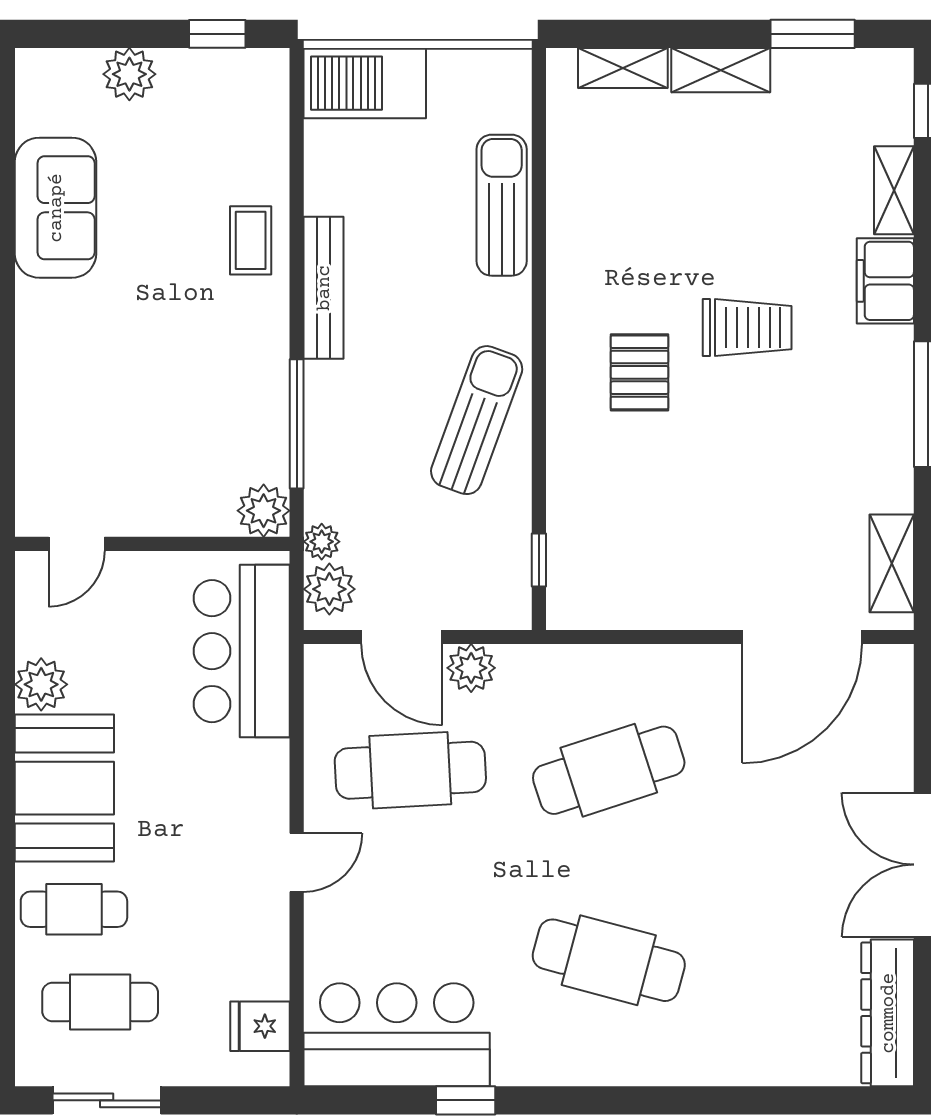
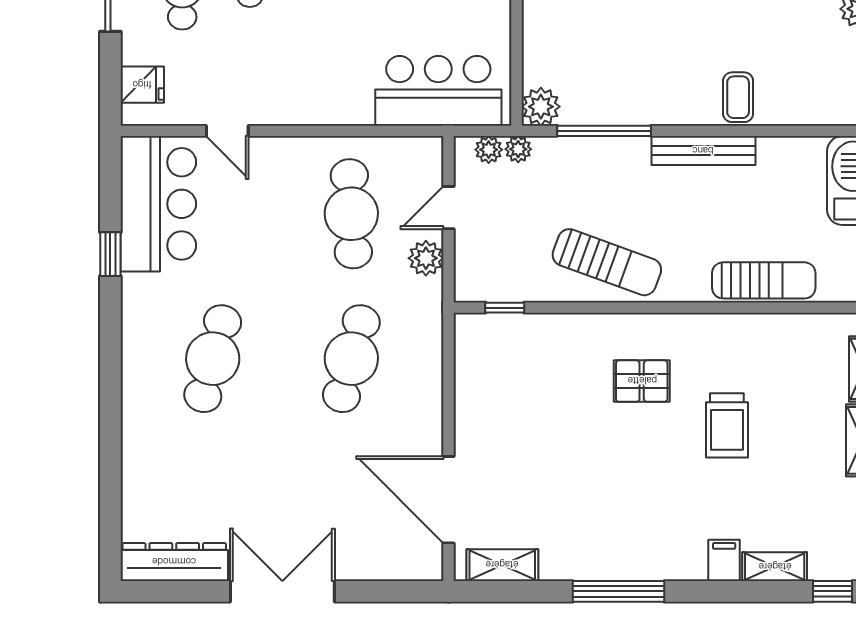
coffee table: (251, 240) -> (738, 97), turned 90
filing cabinet: (885, 281) -> (724, 560), width x0.50
trolley: (747, 328) -> (727, 425), moved
plant: (329, 589) -> (489, 150), width x0.73, depth x0.73
door: (402, 637) -> (449, 208), width x0.73
cafe table: (609, 770) -> (351, 359), turned 33
door: (297, 862) -> (227, 131), moved
fridge: (260, 1026) -> (142, 85), moved, turned 90

